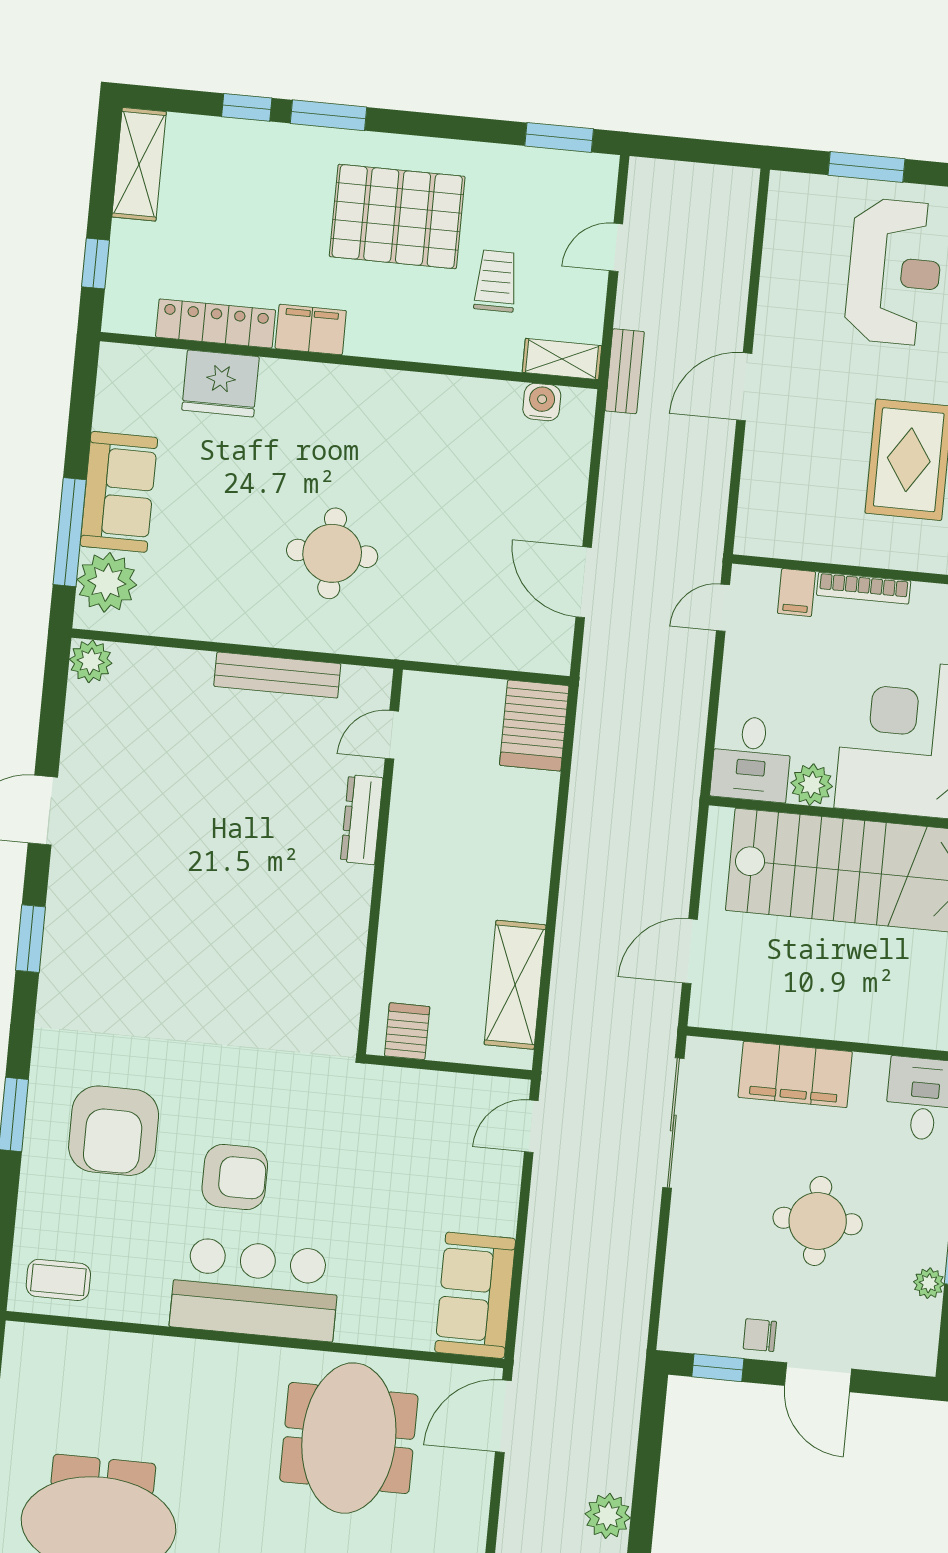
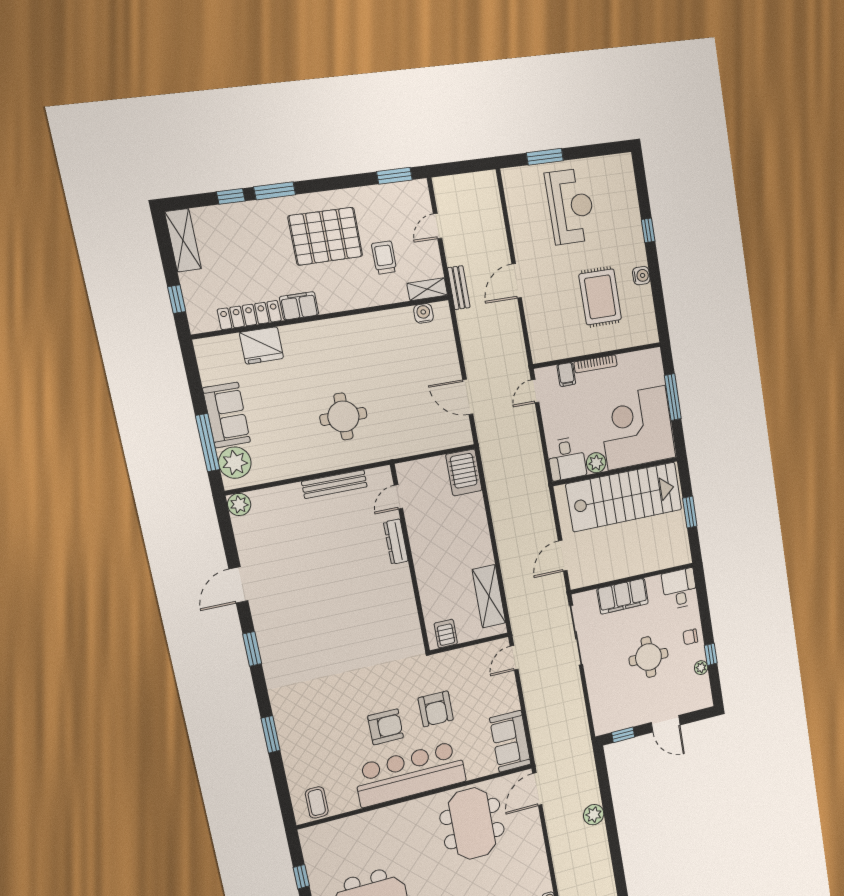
armchair: (114, 1131) -> (436, 709), moved, width x0.73, depth x0.73
coffee table: (58, 1280) -> (317, 802), turned 90
bar counter: (255, 1289) -> (410, 774), width x1.36
chair: (760, 1335) -> (690, 637), moved

